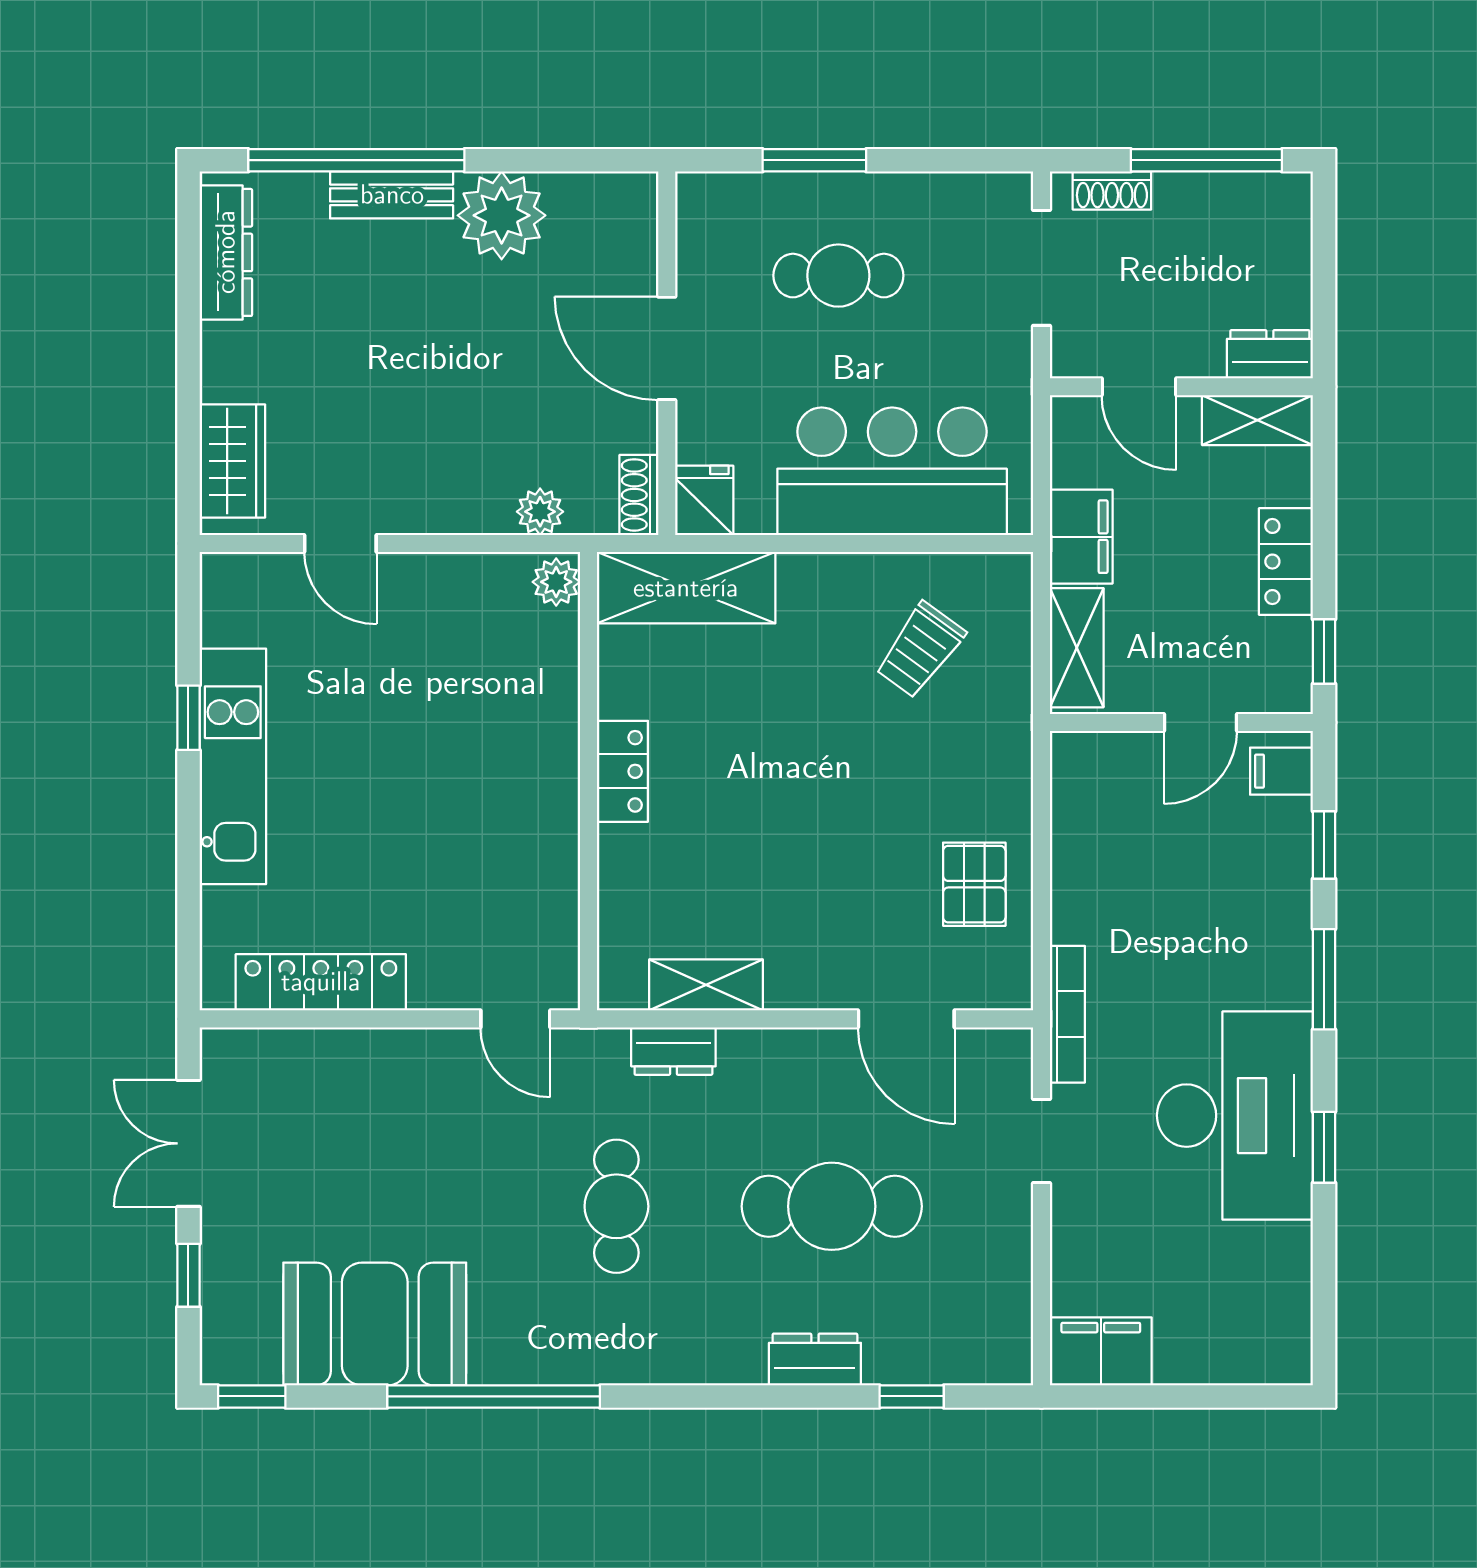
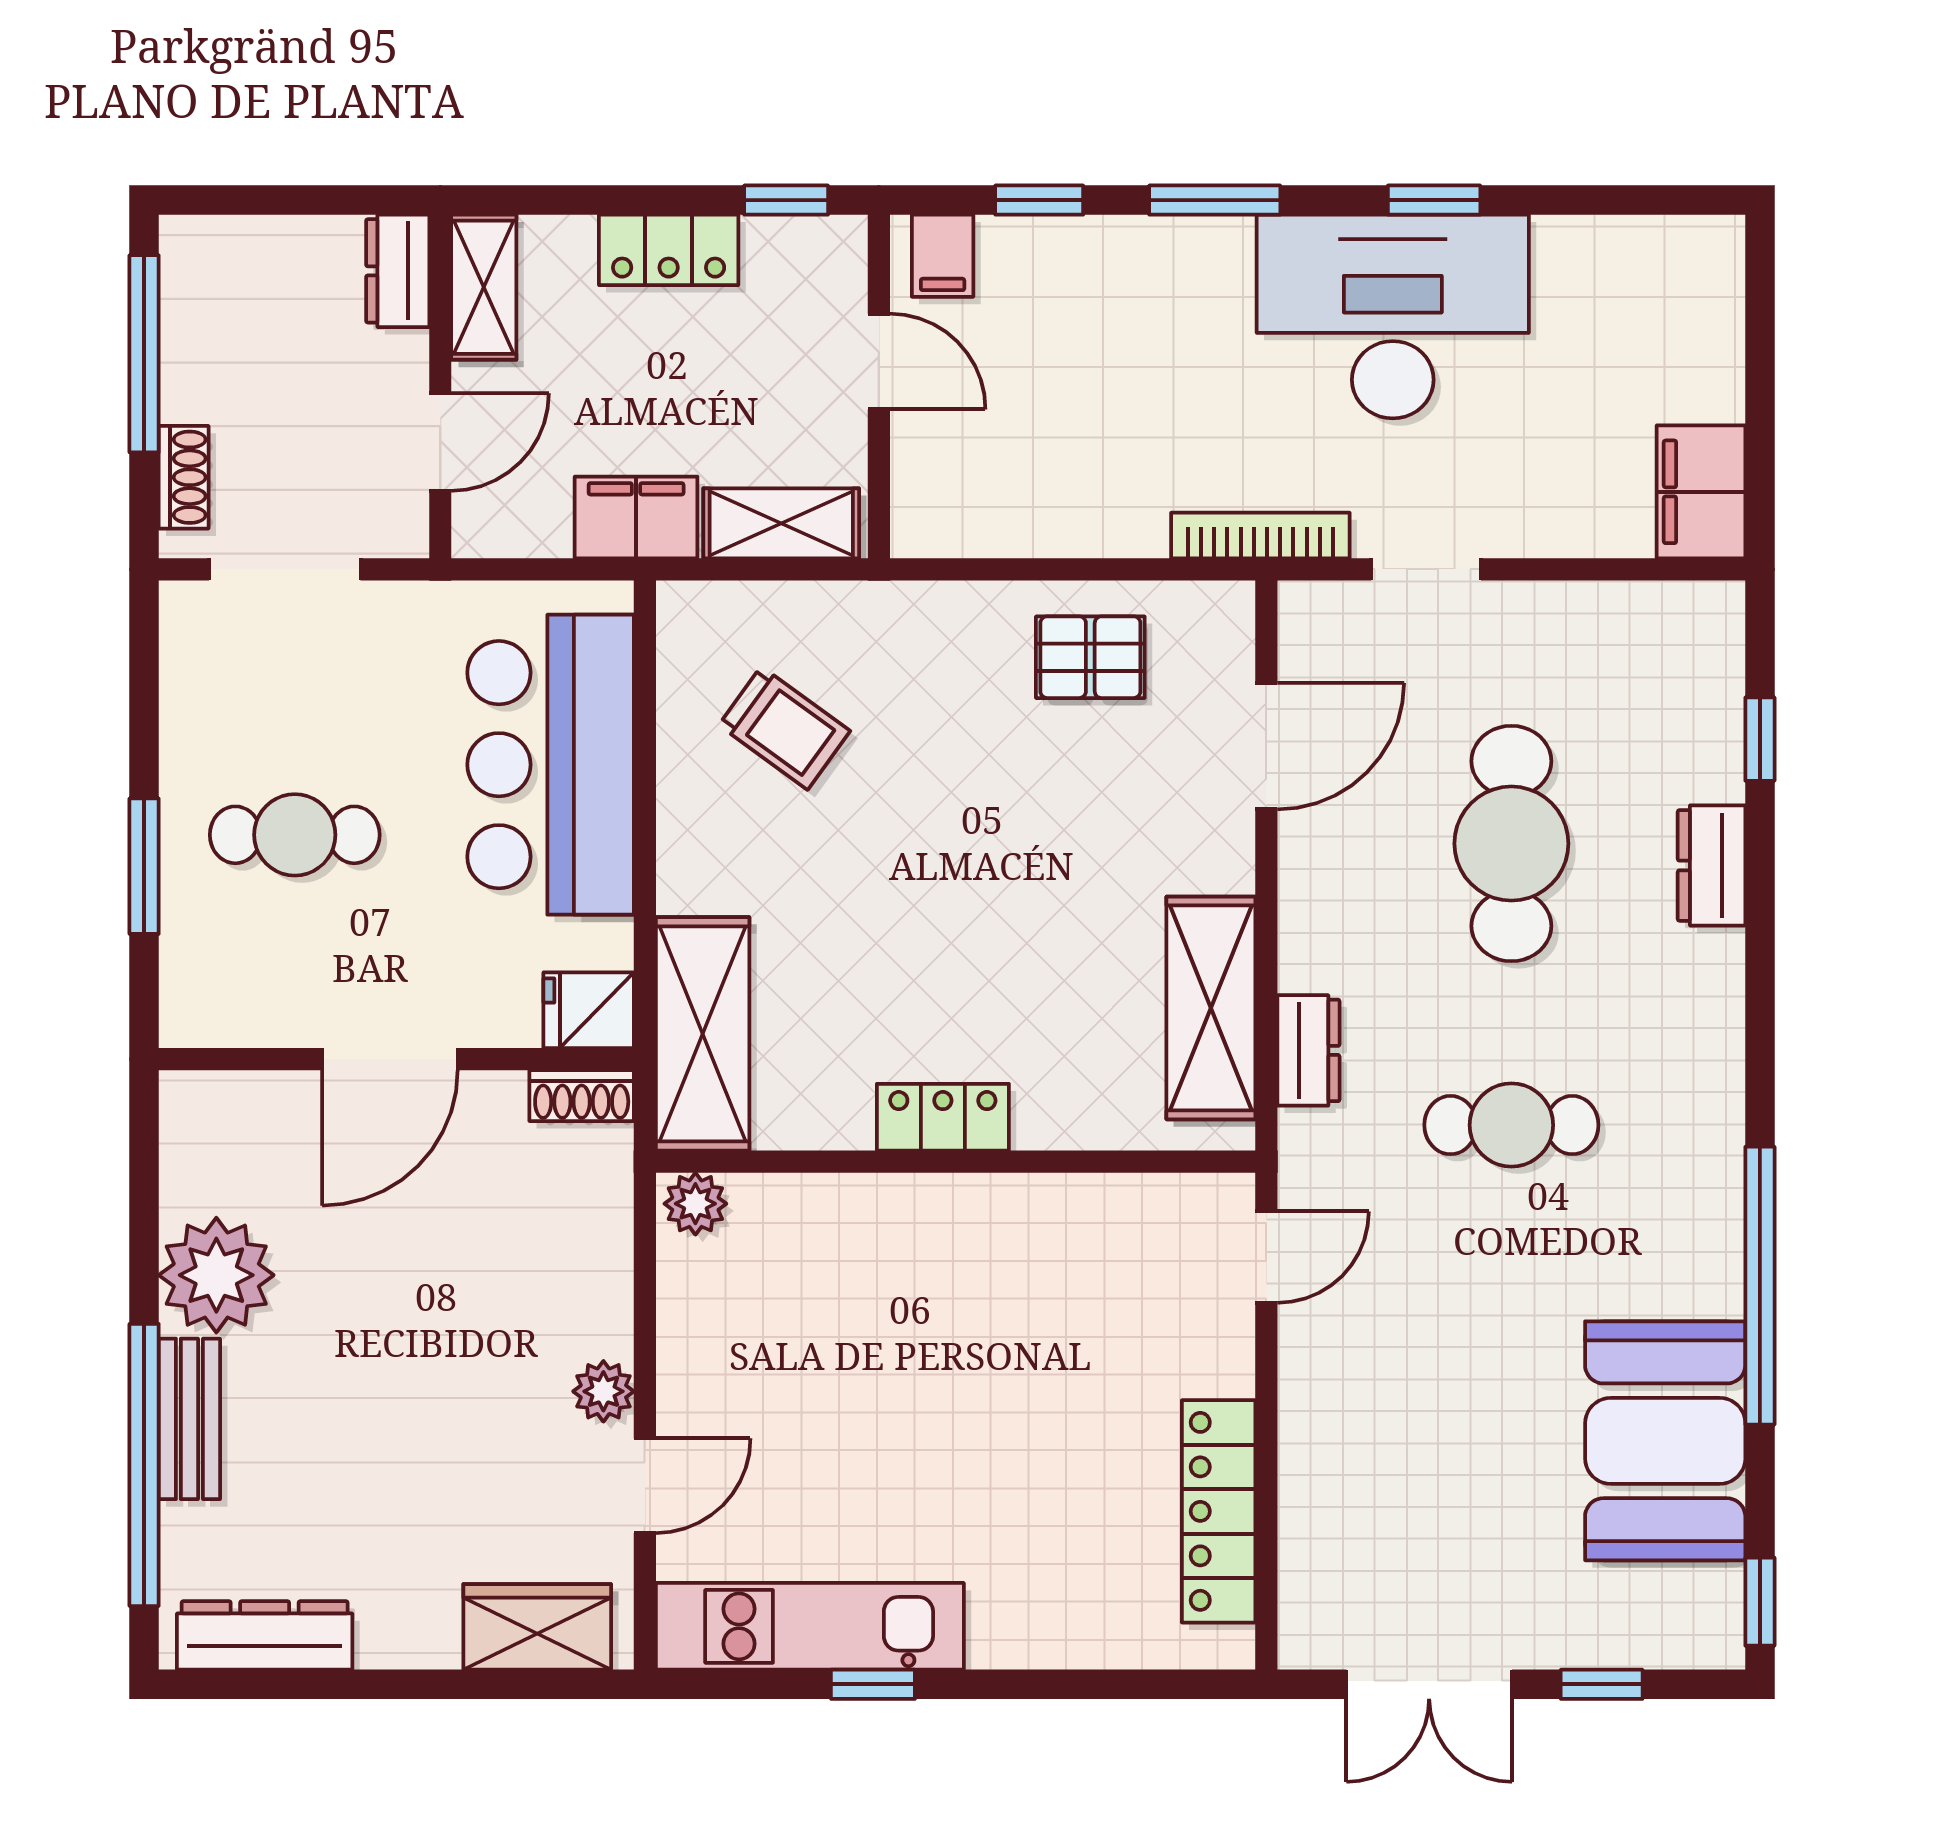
cafe table: (838, 276) -> (295, 835), turned 90
plant: (540, 512) -> (603, 1391), moved
kitchen unit: (233, 766) -> (810, 1626), moved
shelving: (706, 985) -> (1211, 1008), width x1.50, depth x1.33

